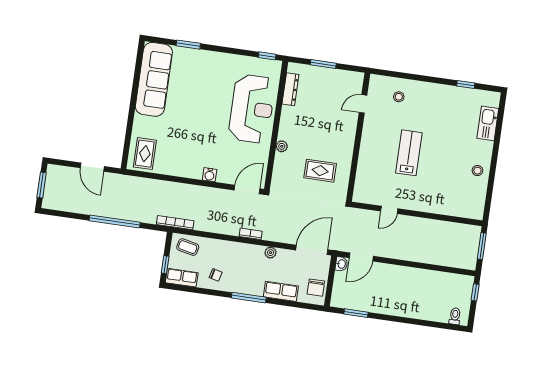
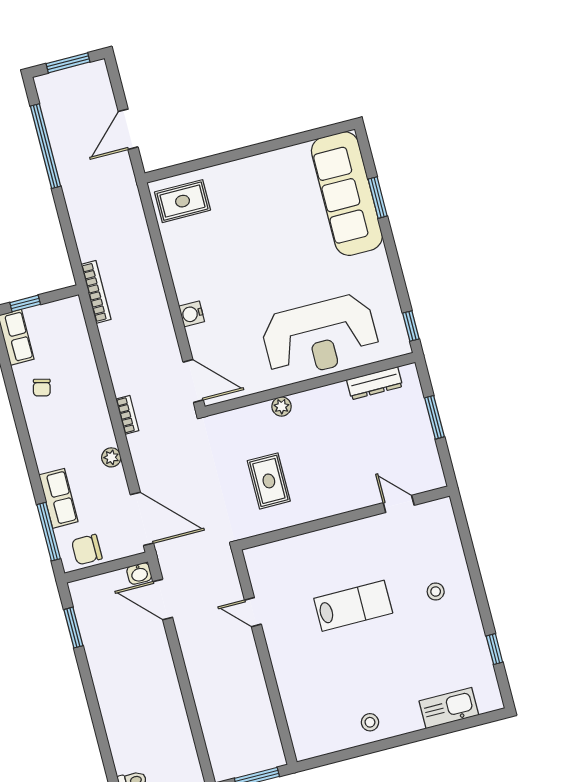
sofa: (154, 79) -> (347, 194), moved, turned 90
stool: (399, 97) -> (436, 591), moved
window: (115, 221) -> (45, 146), moved
coffee table: (188, 247) -> (67, 327), removed
window: (249, 298) -> (49, 532), moved

